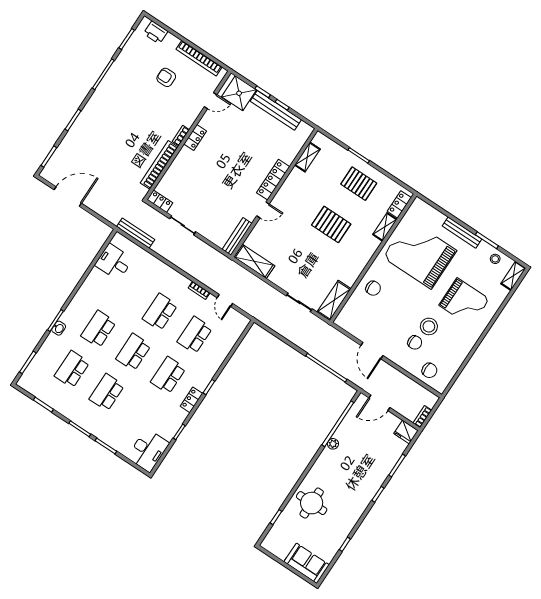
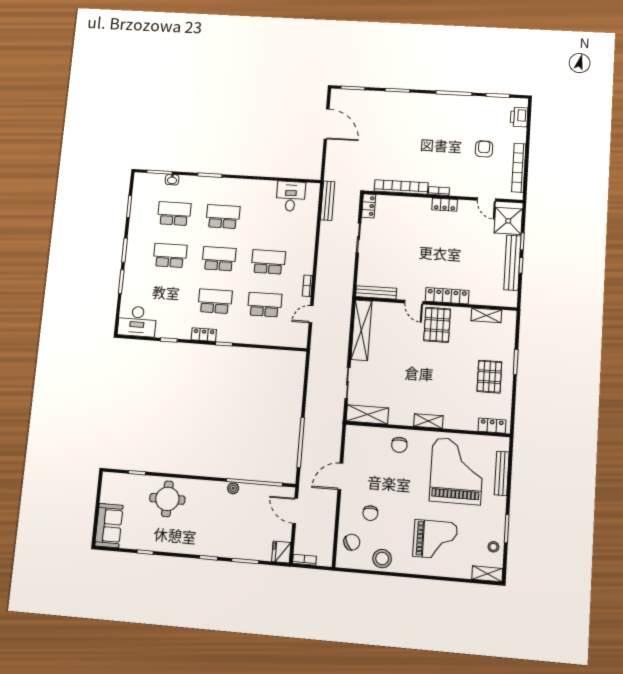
pallet: (331, 224) -> (437, 325), moved
shelving: (385, 227) -> (428, 421), moved
bench: (462, 232) -> (502, 473), moved
shelving: (254, 261) -> (361, 330), width x1.47
grand piano: (464, 302) -> (435, 540), turned -90
stool: (429, 326) -> (382, 559), moved
washbasin: (59, 328) -> (172, 180), moved
chair: (429, 370) -> (352, 542), turned -119

